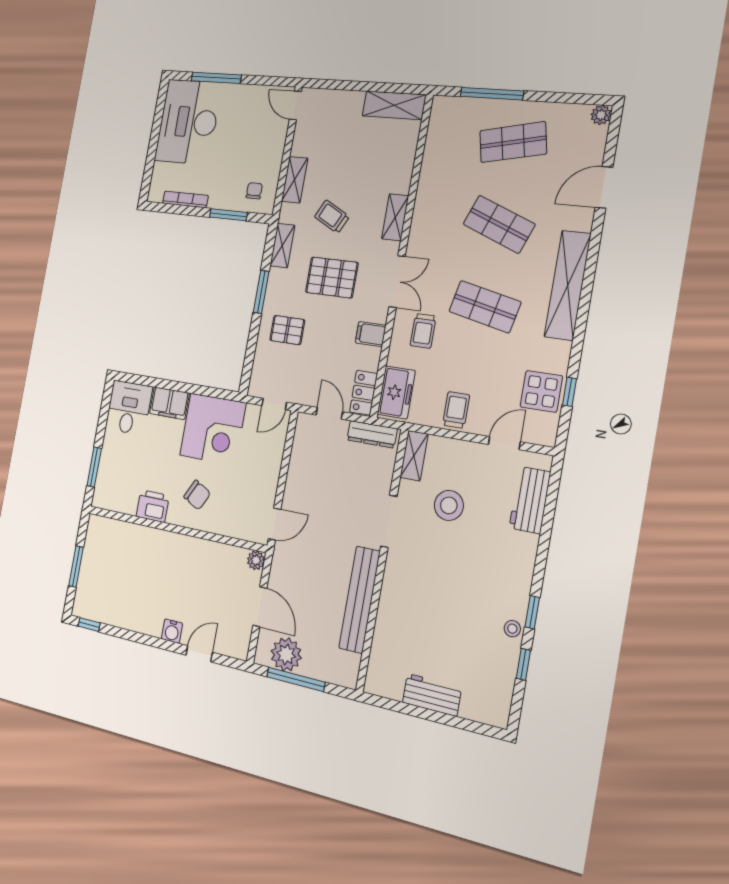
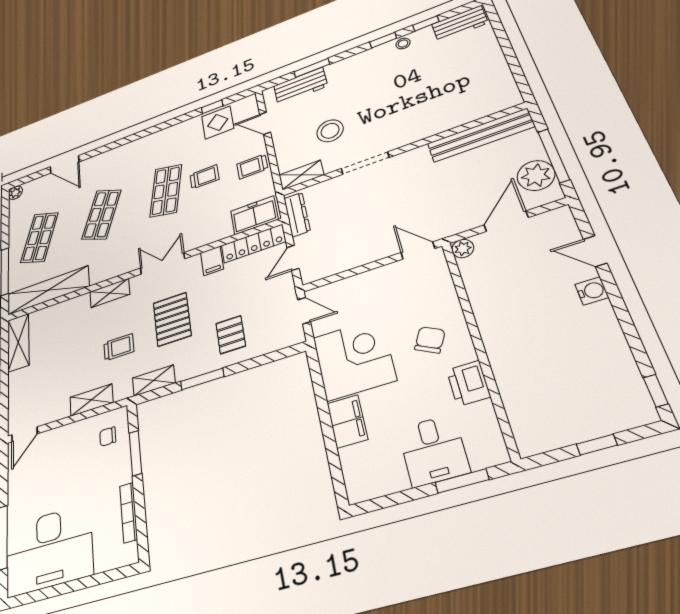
shop shelf: (513, 142) -> (39, 238), turned 30
trolley: (332, 217) -> (119, 347), turned -117
shelving: (568, 285) -> (48, 290), moved
trolley: (423, 331) -> (204, 177), moved
locker: (364, 393) -> (253, 244), width x1.53
desk: (129, 408) -> (433, 450), moved, turned -90
window: (547, 522) -> (312, 68), added
window: (76, 567) -> (597, 445), width x0.67
bench: (360, 600) -> (480, 135), moved
workbench: (432, 695) -> (460, 24), moved, turned -90

